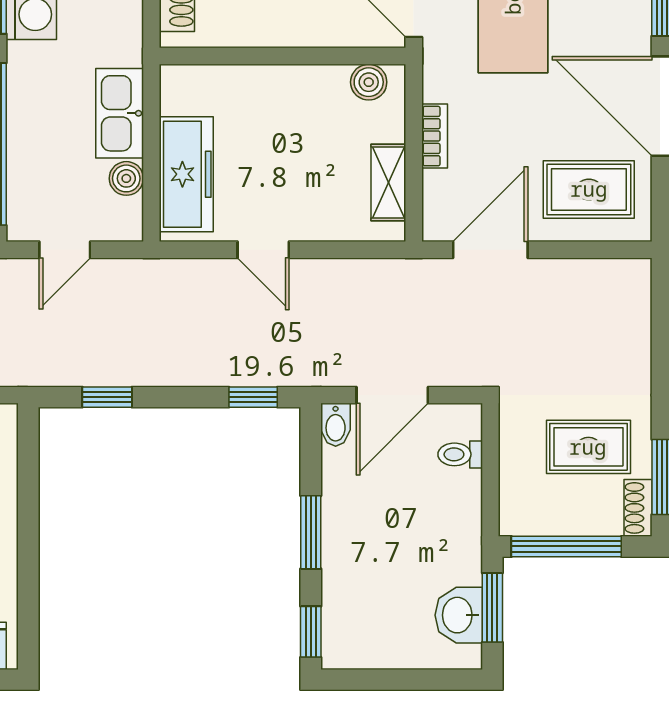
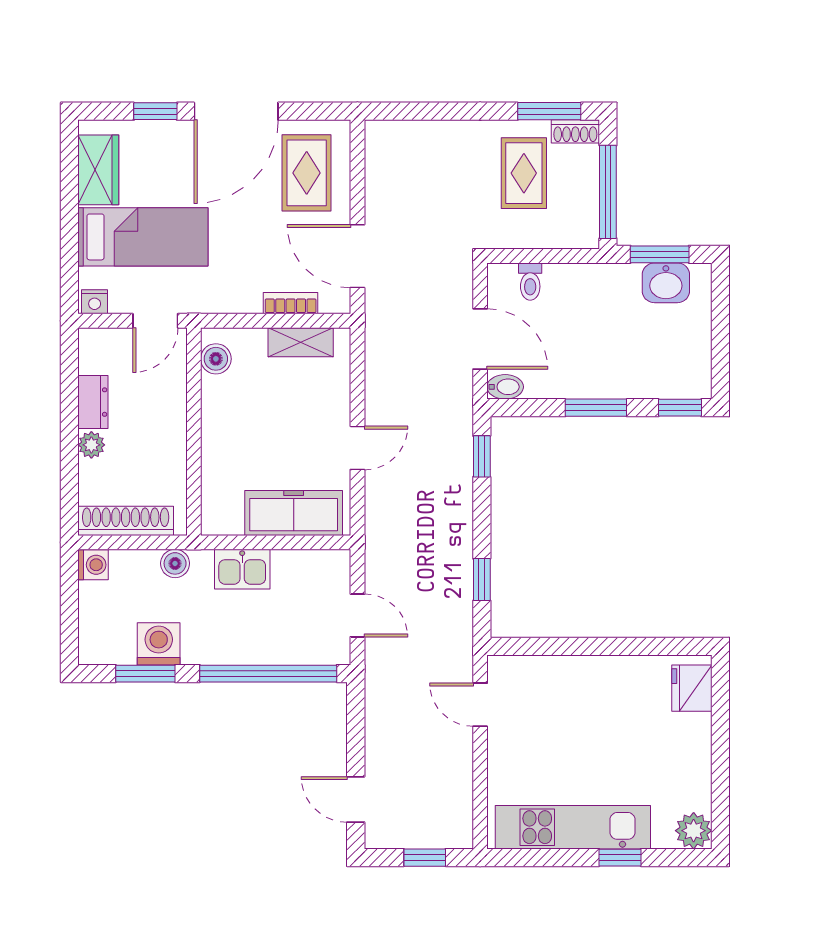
kitchen sink: (120, 113) -> (242, 569), width x0.73
bookcase: (435, 136) -> (291, 303), moved
boiler: (126, 178) -> (175, 563), moved

